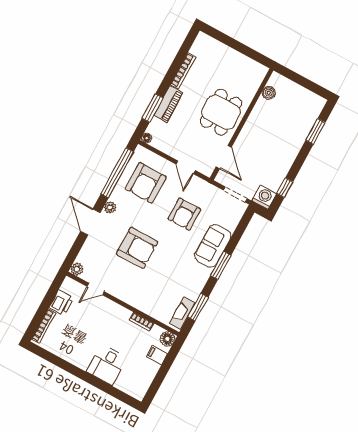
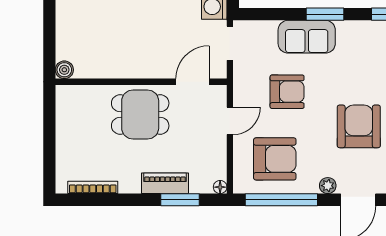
bookcase: (183, 71) -> (93, 187), moved
boiler: (269, 93) -> (64, 70), moved

